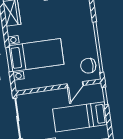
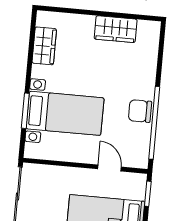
chair: (88, 66) -> (140, 111), moved
door: (75, 85) -> (109, 168), swing flipped

